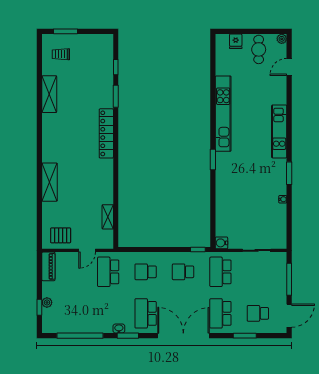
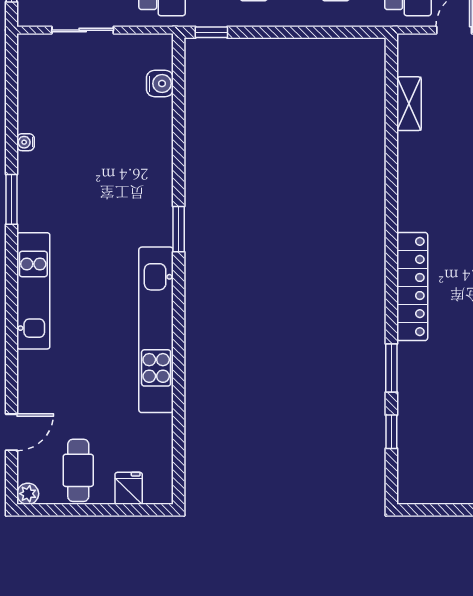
water cooler: (221, 243) -> (160, 84), moved

